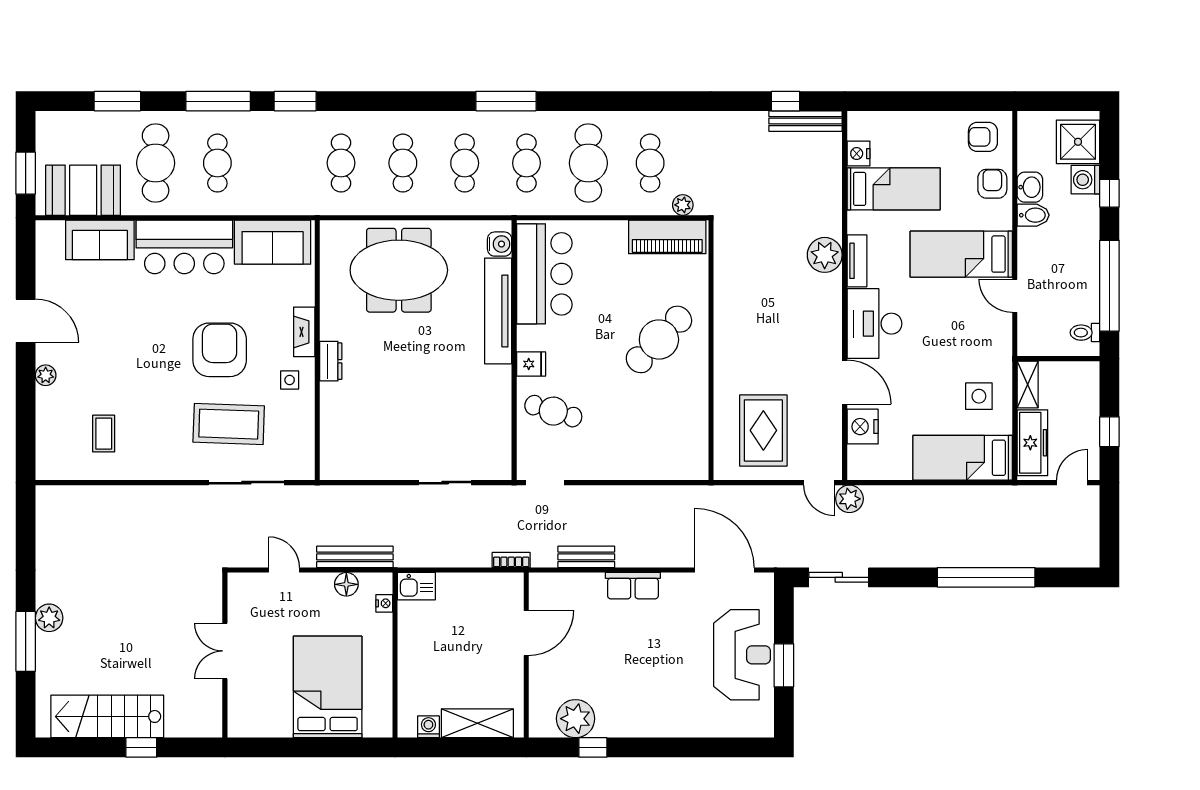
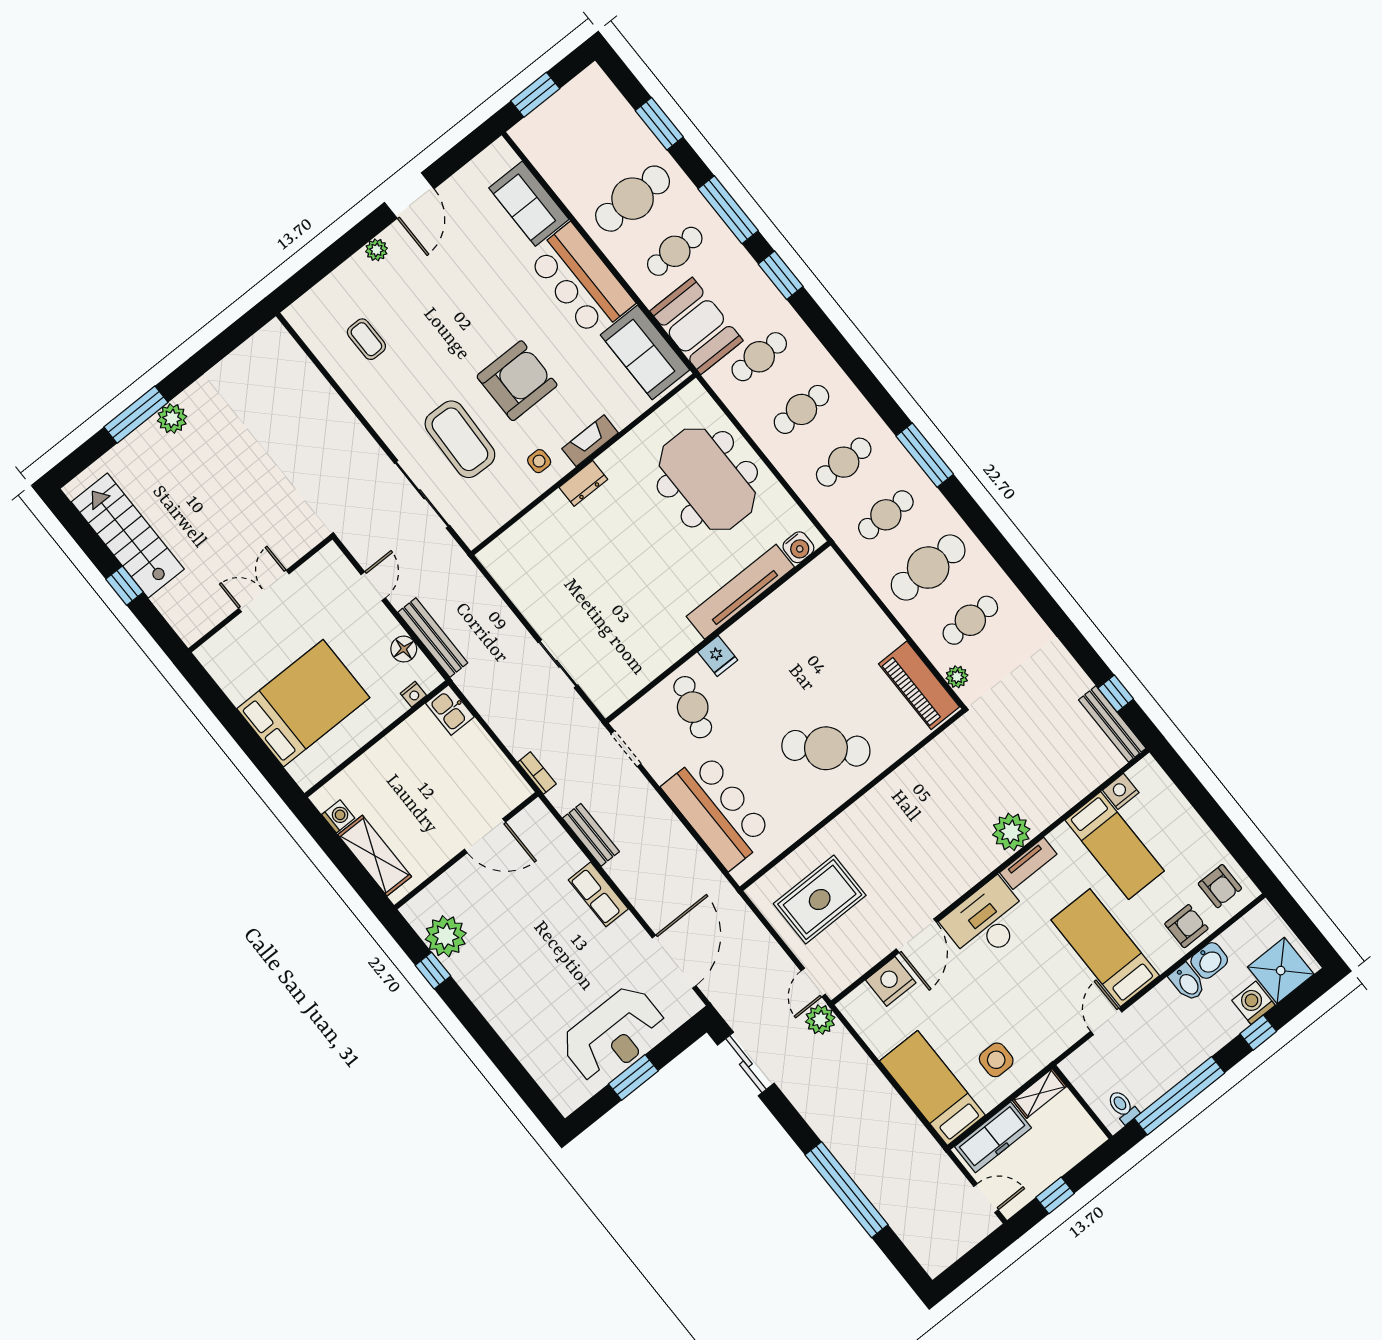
armchair: (983, 137) -> (1220, 886), turned 180
booth: (83, 190) -> (696, 326), moved
bar counter: (544, 274) -> (718, 810), moved, turned -90
coffee table: (104, 434) -> (366, 339), turned 90

